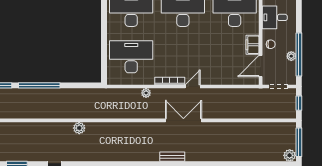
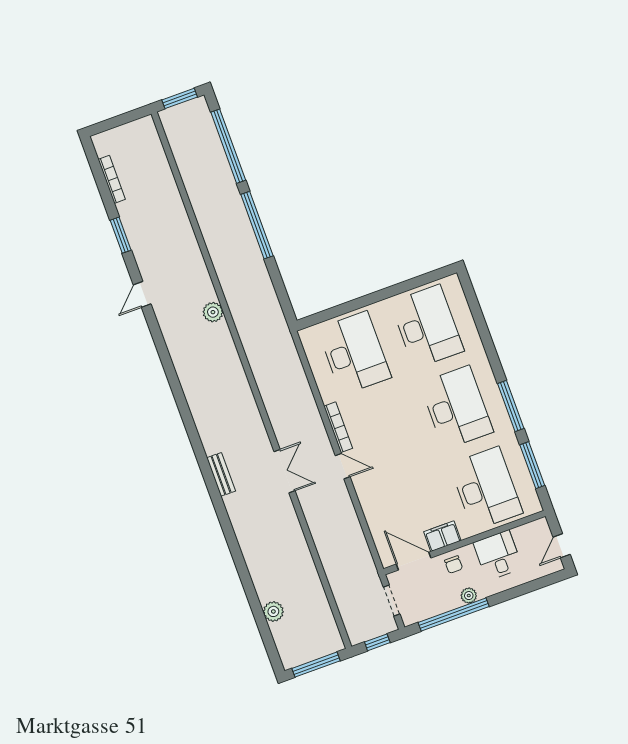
plant: (291, 56) -> (469, 596), moved
plant: (146, 93) -> (306, 397), removed
double door: (183, 120) -> (284, 471), width x0.73
plant: (290, 155) -> (273, 611), moved

